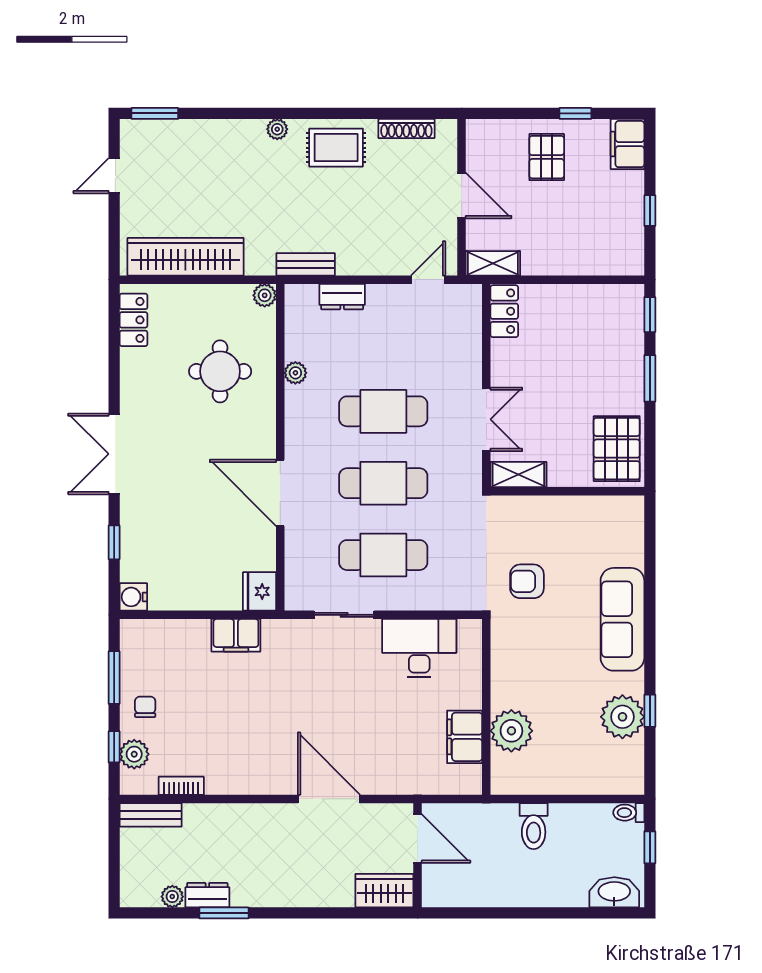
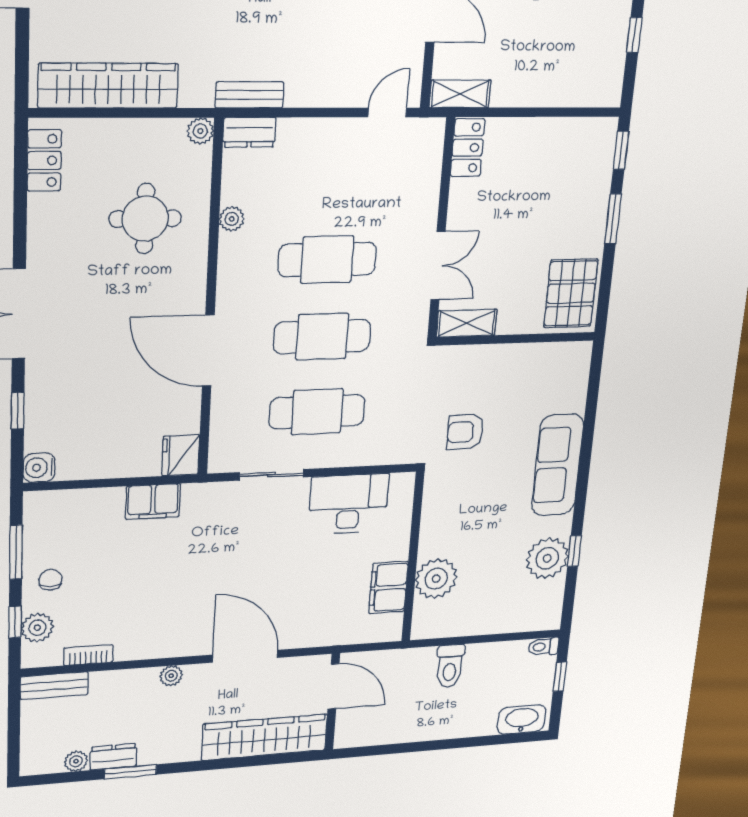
dresser: (342, 297) -> (249, 132), moved
plant: (259, 814) -> (171, 676), added
wardrobe: (384, 891) -> (265, 737), width x2.10, depth x1.17

